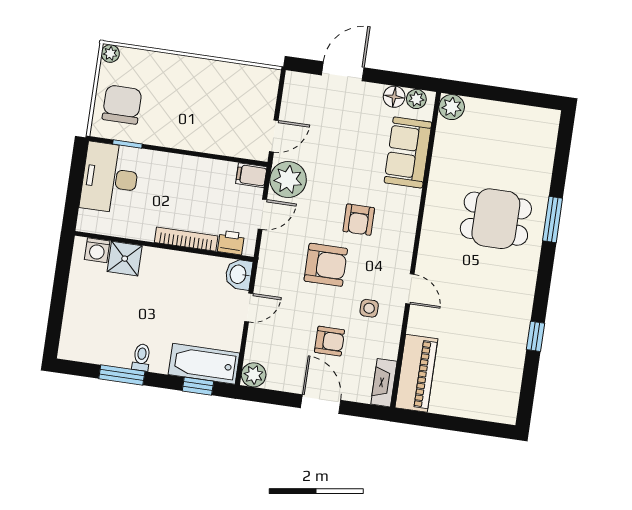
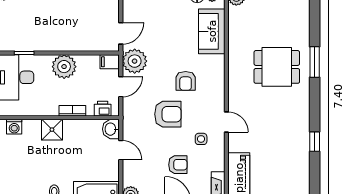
chair: (122, 105) -> (17, 27), removed
plant: (183, 172) -> (64, 67), added
bookcase: (186, 239) -> (72, 111), width x0.64
shower: (125, 259) -> (52, 130), moved
door: (249, 307) -> (121, 150), hinge flipped

